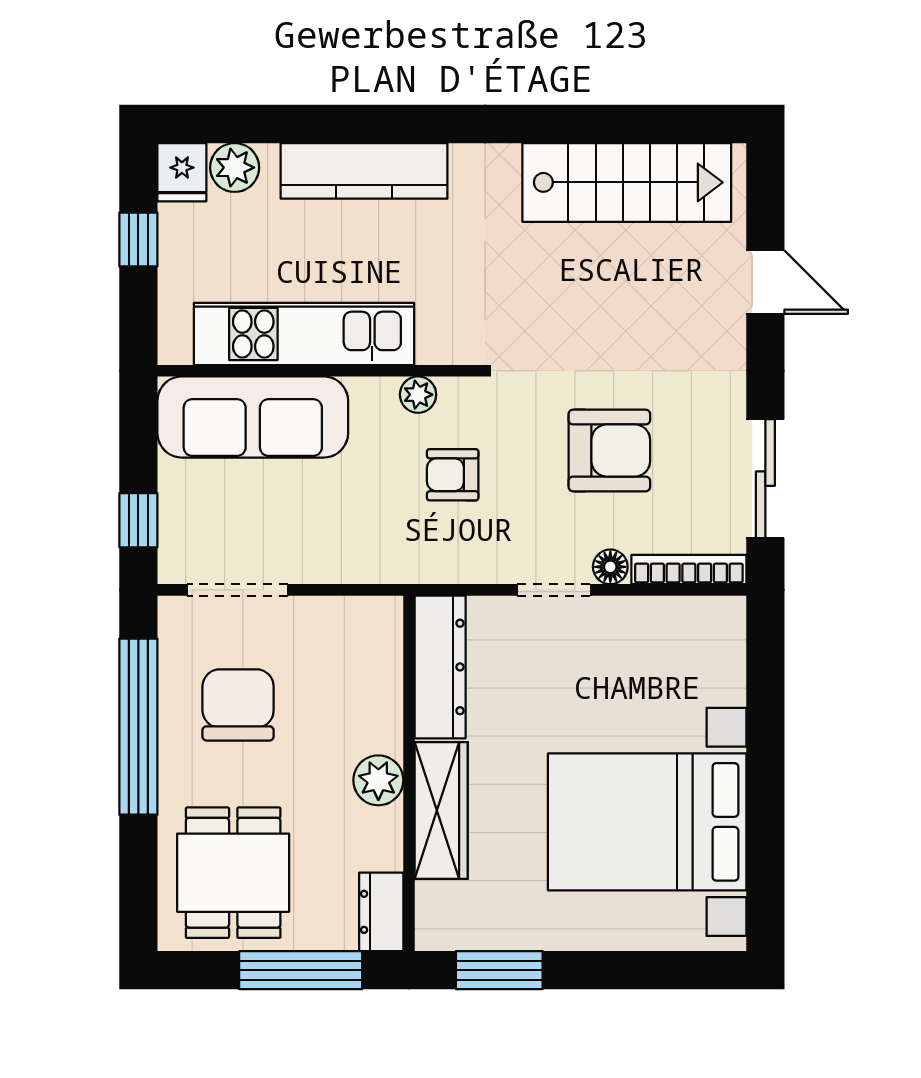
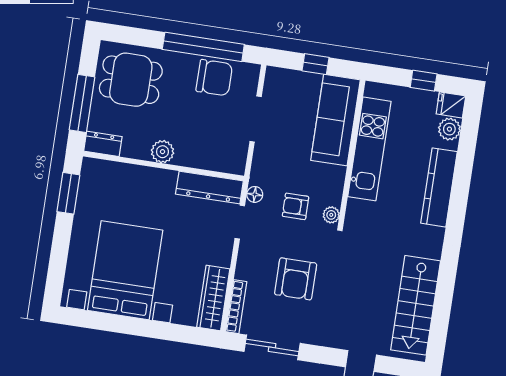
plant: (418, 395) -> (331, 215), moved
armchair: (453, 475) -> (295, 206), turned -90
window: (138, 520) -> (316, 64), moved
floor lamp: (610, 567) -> (255, 194), moved
doorway: (237, 590) -> (256, 119), moved
doorway: (554, 590) -> (240, 222), moved
chair: (238, 705) -> (214, 78), moved
wardrobe: (441, 810) -> (213, 298), moved, turned 90

